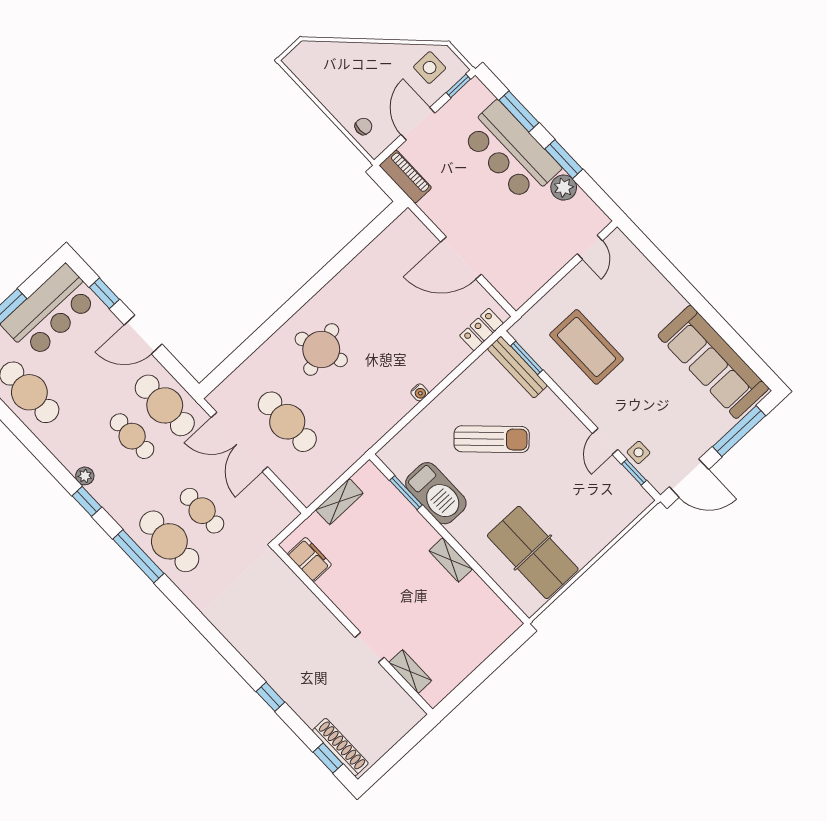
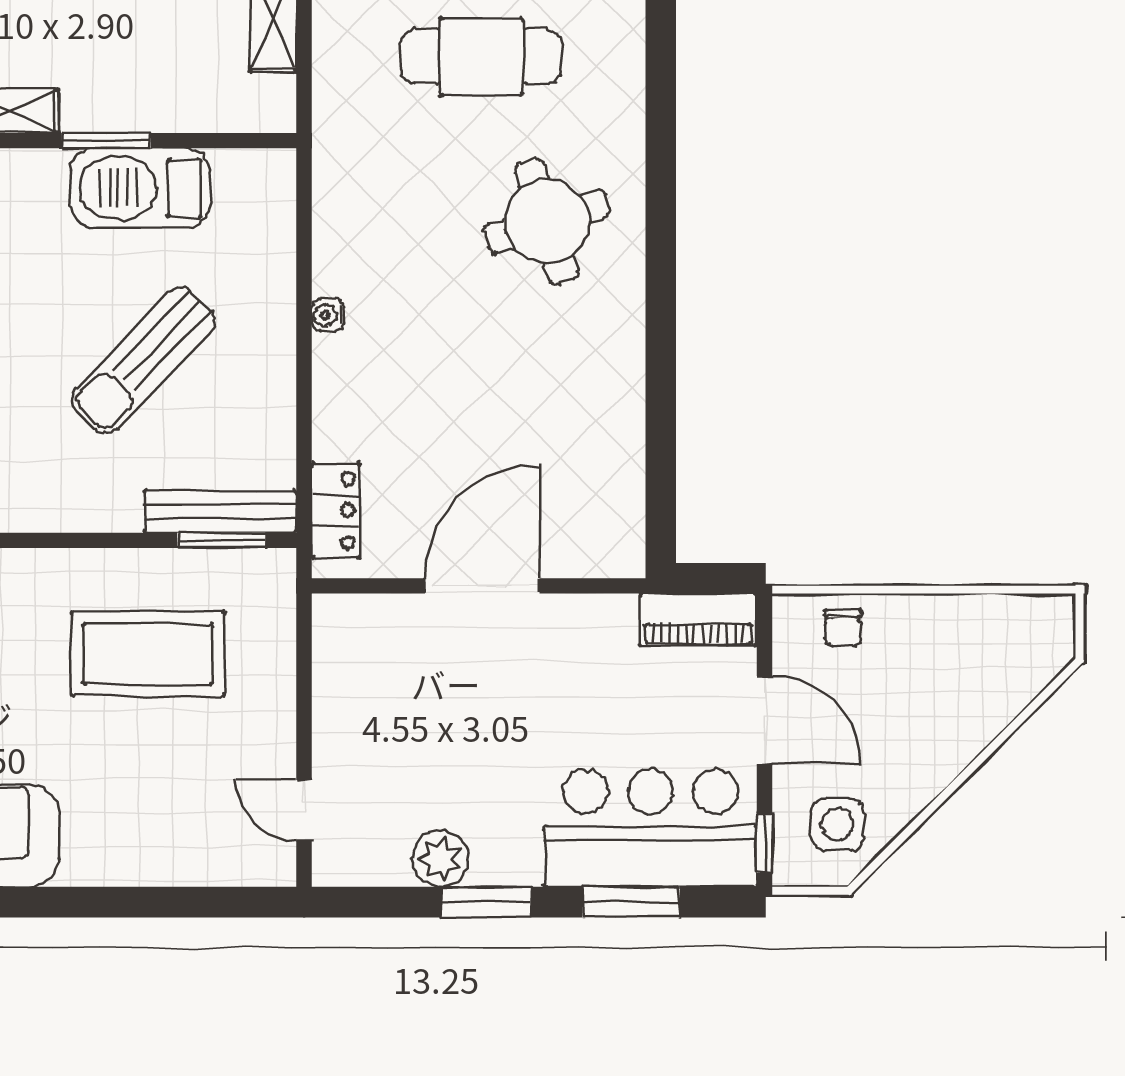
bar counter: (511, 152) -> (651, 828), moved
window: (406, 493) -> (106, 141), moved

